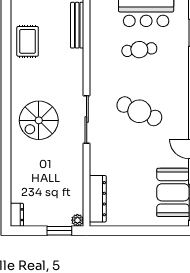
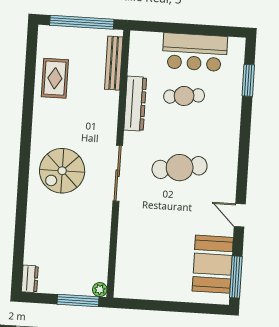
cafe table: (139, 111) -> (180, 168), turned -33
dresser: (98, 199) -> (135, 104), moved
window: (59, 231) -> (78, 300), width x1.44

